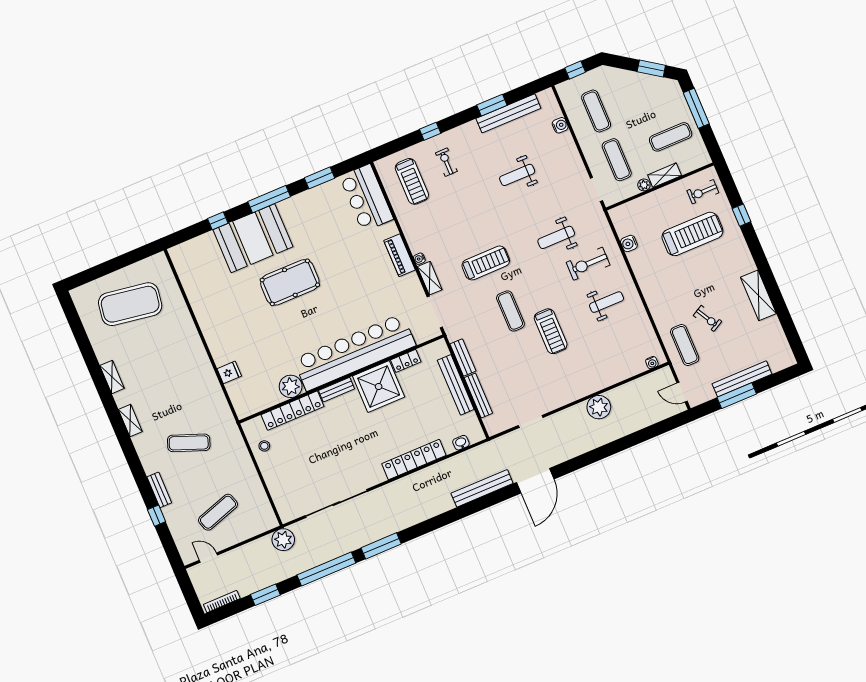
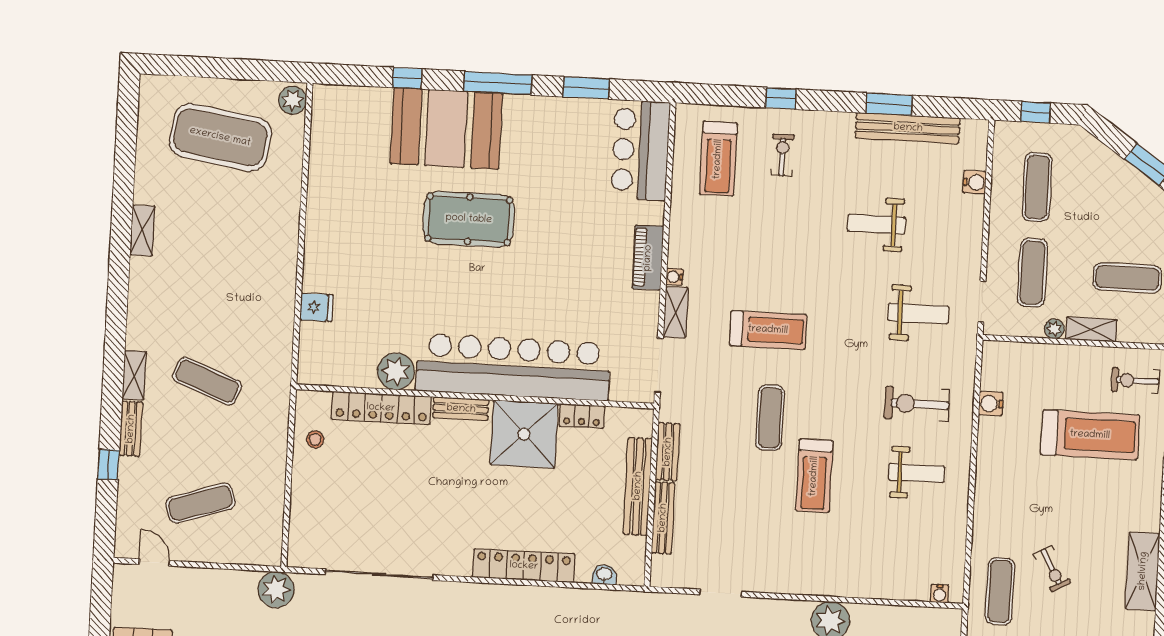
weight bench: (556, 237) -> (918, 313), moved, turned 180
plant: (160, 264) -> (293, 100), added
shelving: (130, 420) -> (134, 375), moved

